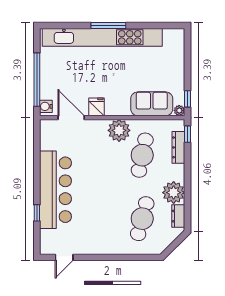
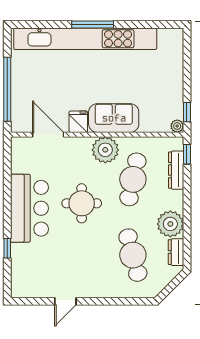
sofa: (152, 104) -> (114, 118), moved
water cooler: (46, 106) -> (18, 121), removed
round table: (99, 175) -> (82, 203), added
bar counter: (55, 190) -> (29, 208), width x0.73
cafe table: (142, 219) -> (133, 255), turned -30
door: (64, 257) -> (65, 301), moved

